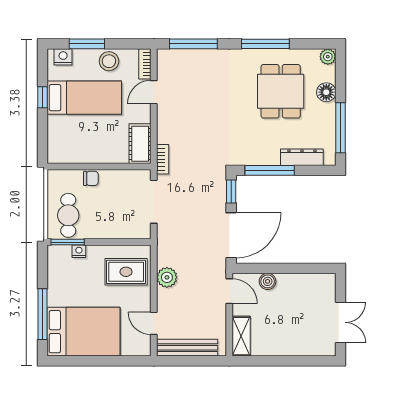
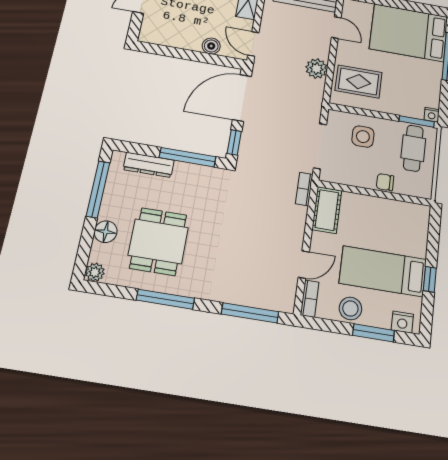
side table: (116, 218) -> (363, 137), added
nightstand: (79, 251) -> (432, 115), moved

